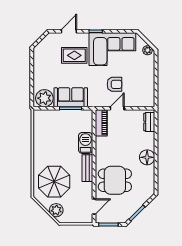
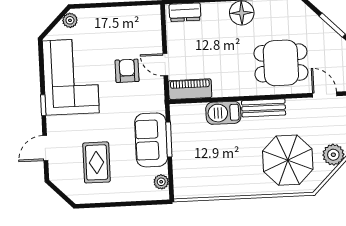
door: (69, 31) -> (45, 148), hinge flipped
rug: (74, 55) -> (97, 162), moved
plant: (44, 98) -> (161, 182), width x0.53, depth x0.53
dining table: (115, 180) -> (281, 63), turned 90

